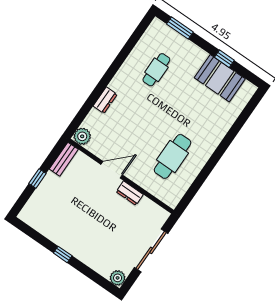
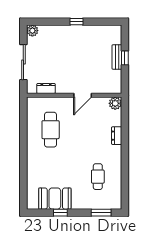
bench: (64, 159) -> (117, 57), moved
dresser: (130, 193) -> (46, 88), moved

